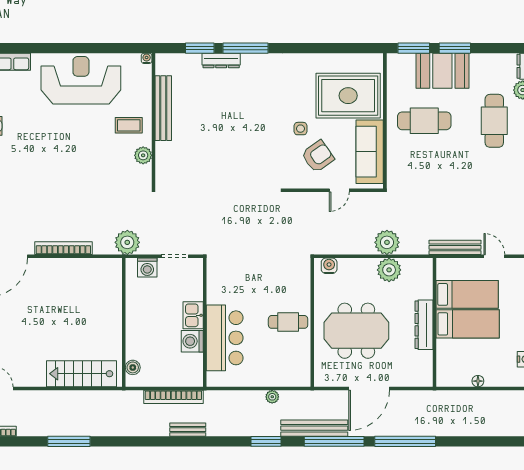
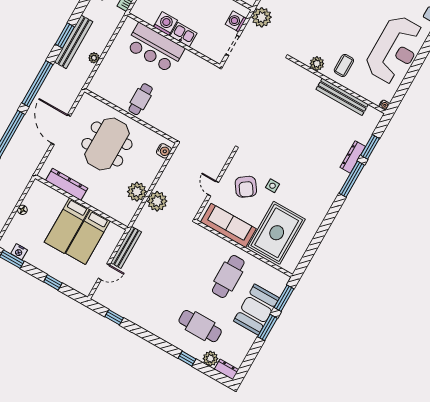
dresser: (424, 325) -> (67, 184), moved
bench: (314, 428) -> (74, 42), moved

